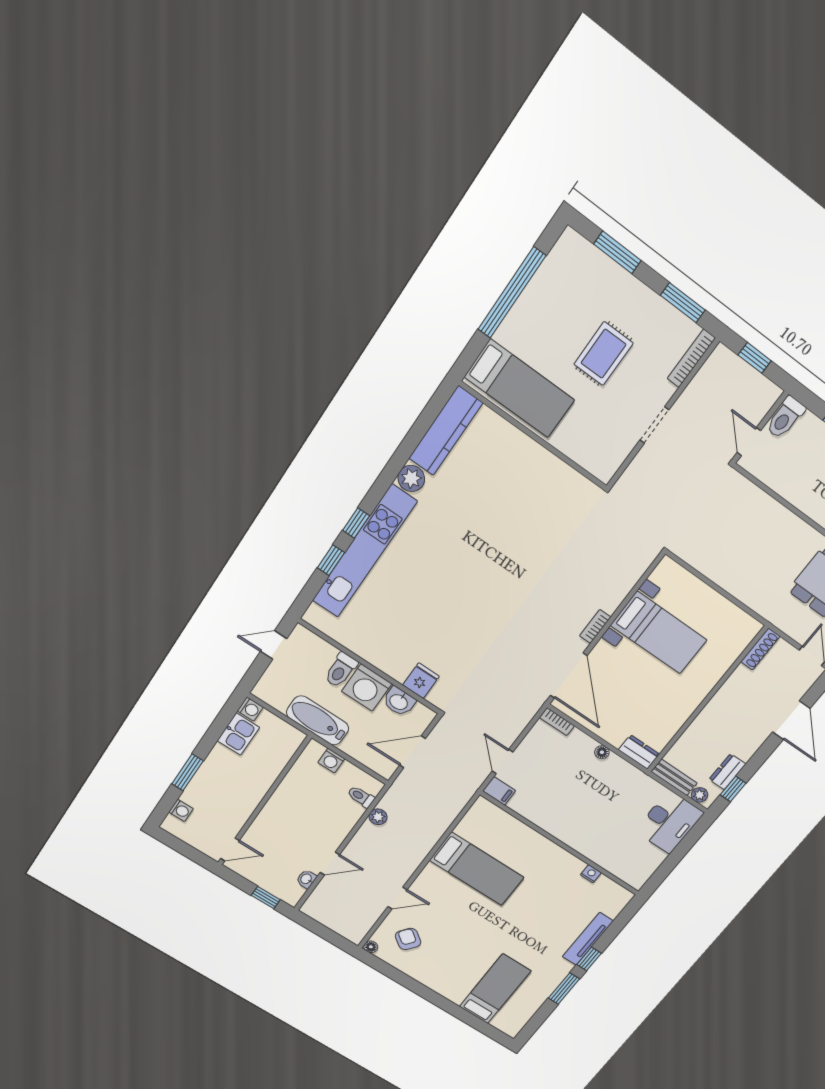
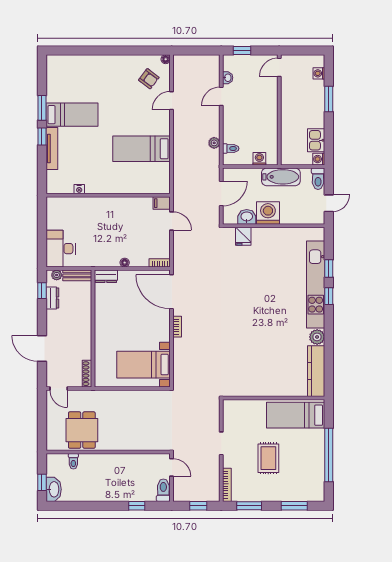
bed with nightstands: (659, 633) -> (144, 365), moved
toilet: (341, 670) -> (318, 179), moved, turned 180
bed: (495, 989) -> (72, 115), moved, turned -90

